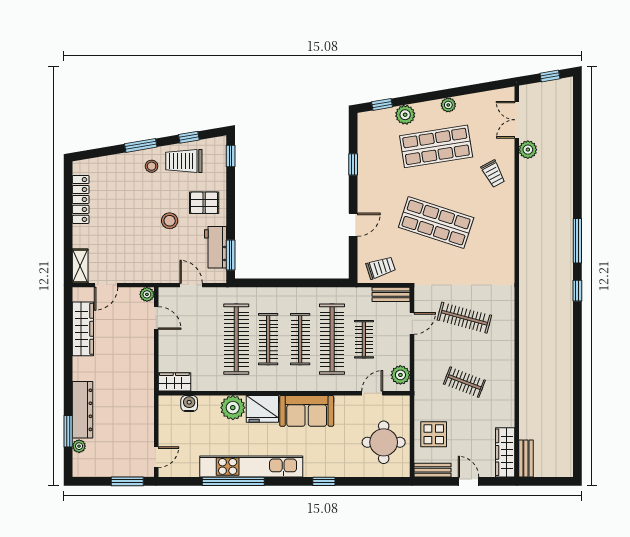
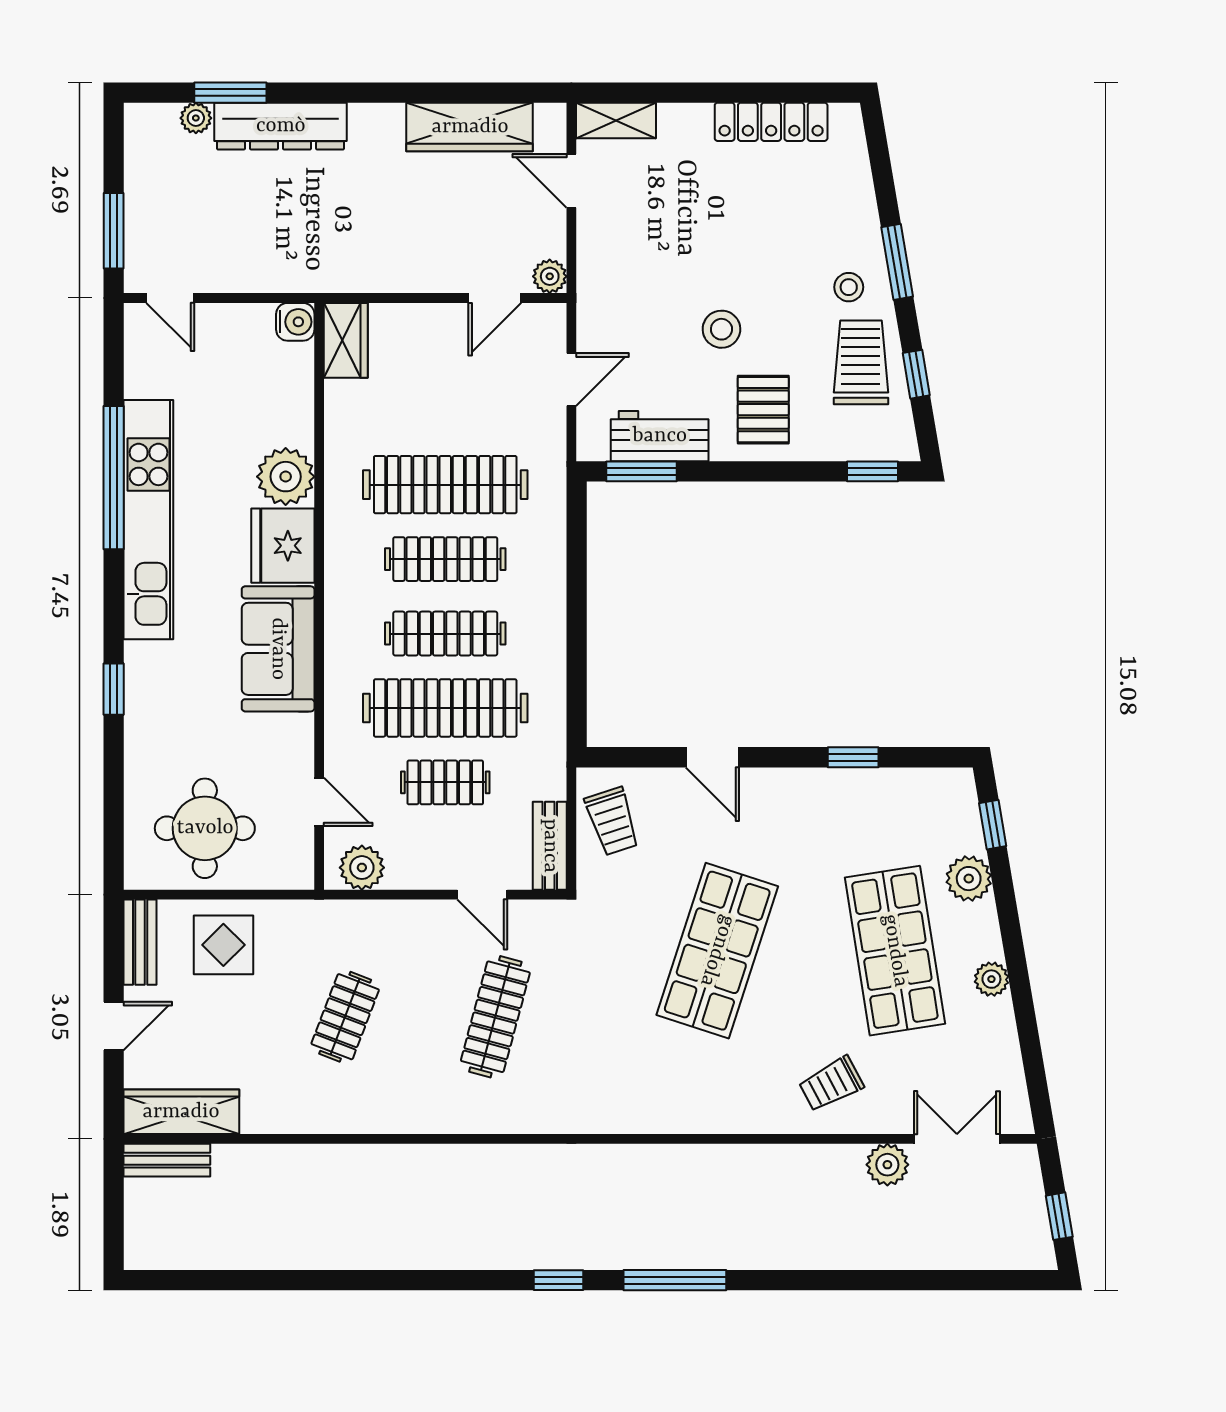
water cooler: (189, 403) -> (295, 322), moved

